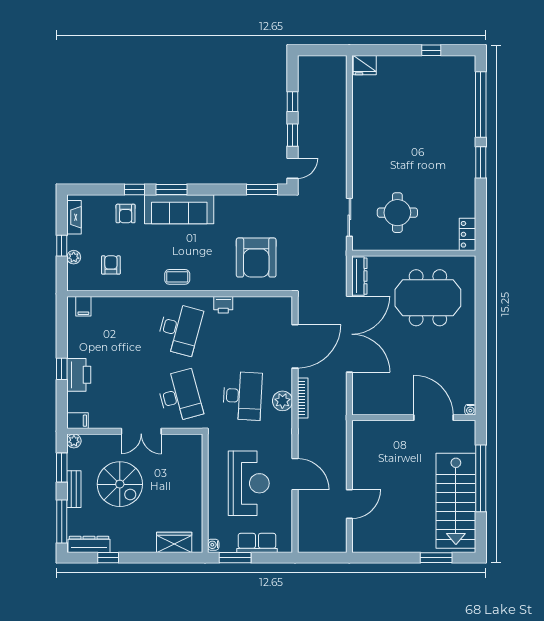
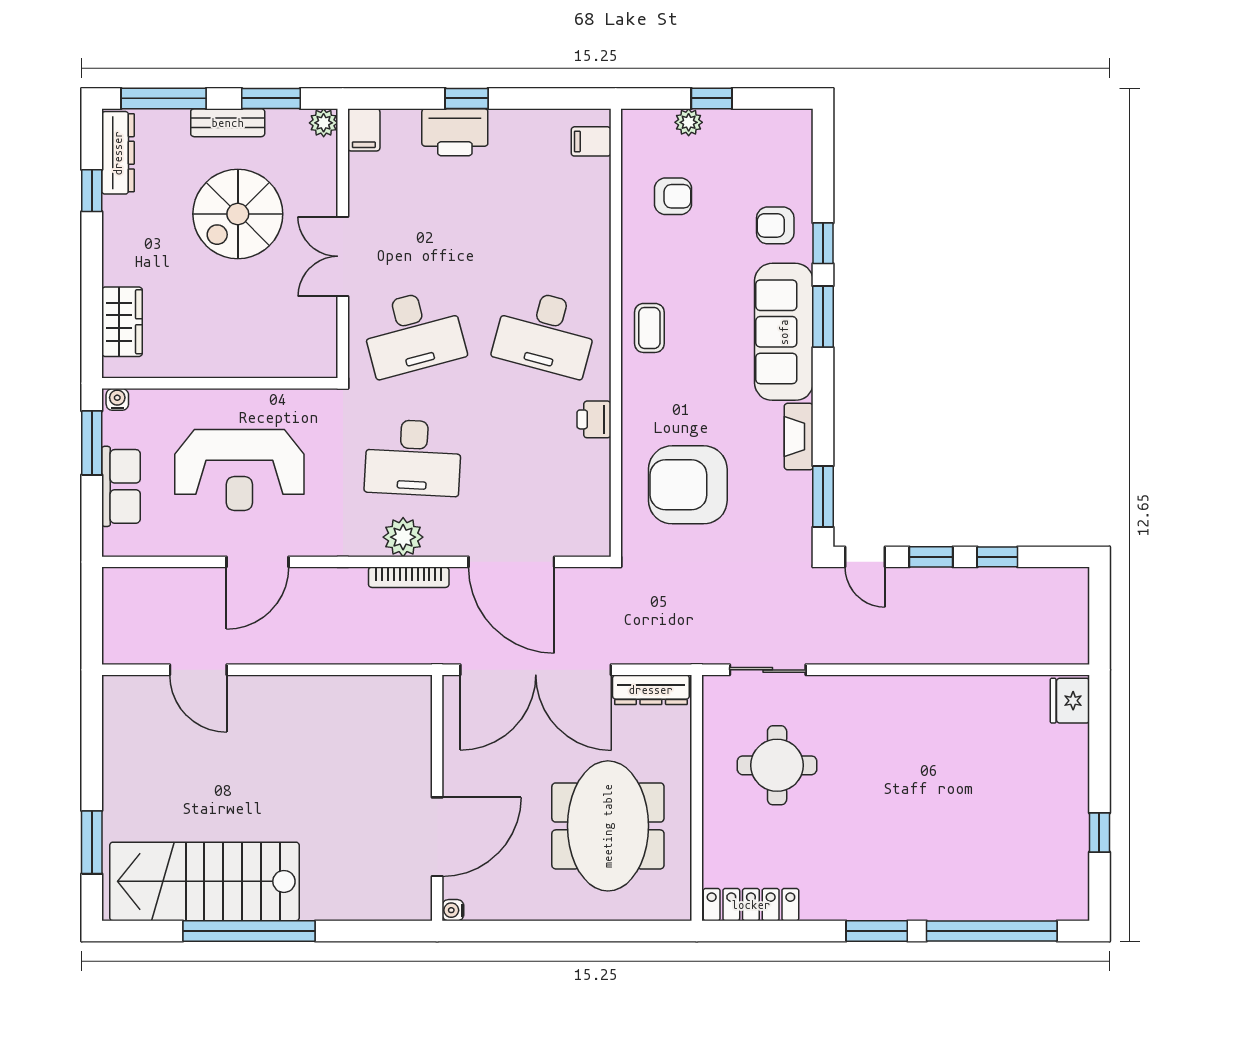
fireplace: (74, 217) -> (799, 437), moved, turned 90
locker: (468, 234) -> (751, 905), width x1.53
water cooler: (470, 410) -> (453, 910), moved
wall: (414, 418) -> (437, 798), moved
door: (433, 418) -> (437, 837), moved

